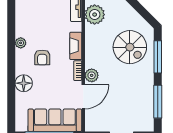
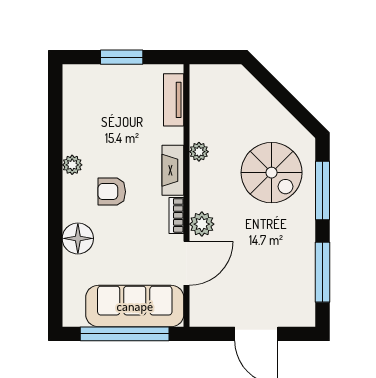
plant: (95, 15) -> (199, 152), moved, width x0.53, depth x0.53
armchair: (42, 58) -> (112, 192), turned 90

